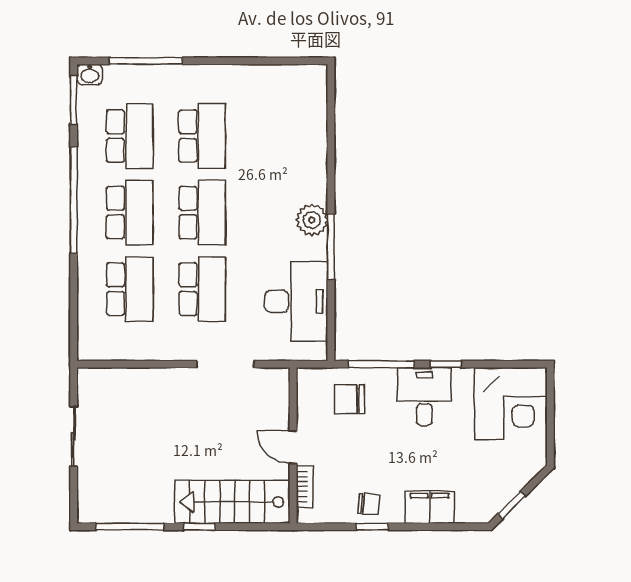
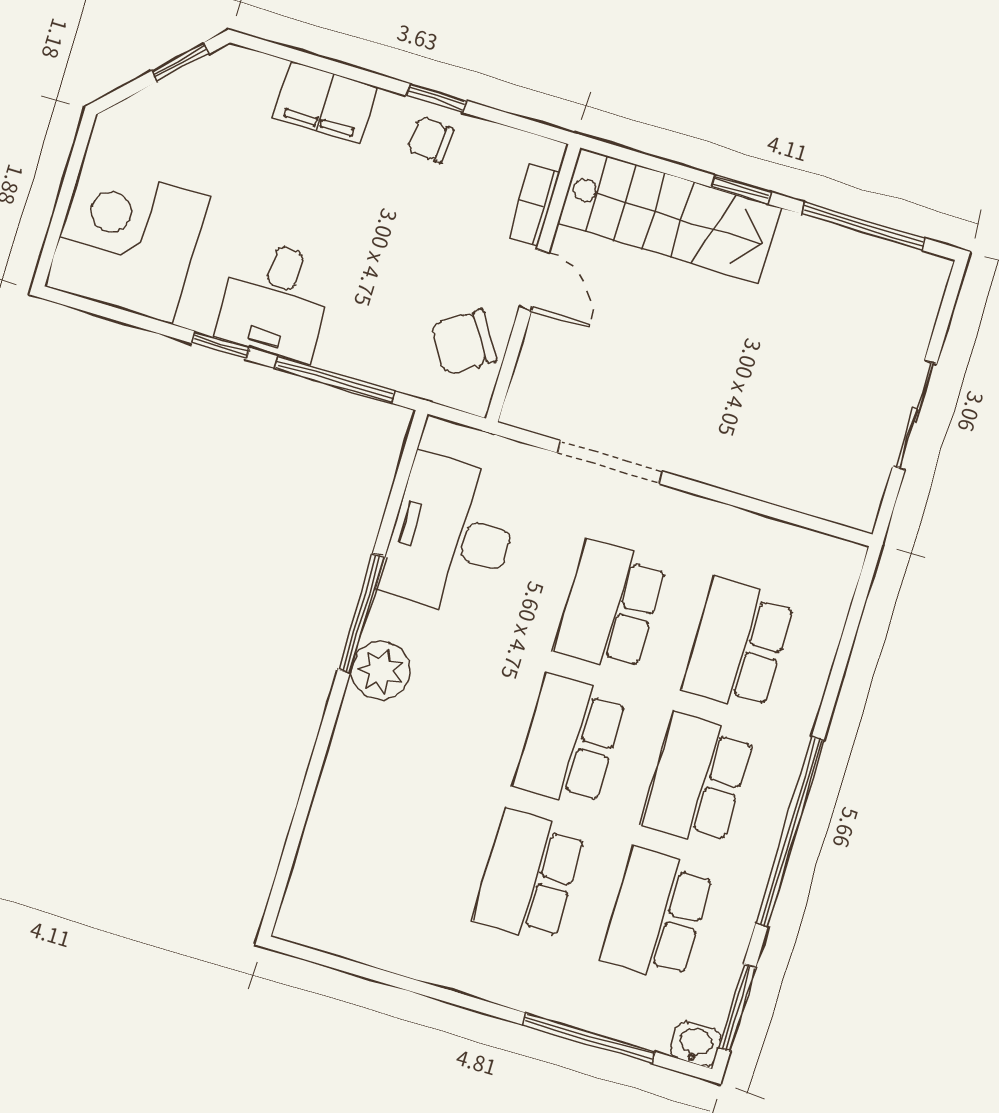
chair: (349, 399) -> (464, 342), moved, turned 148

